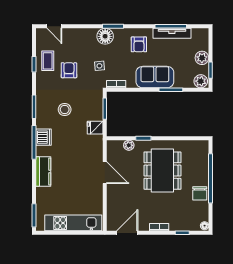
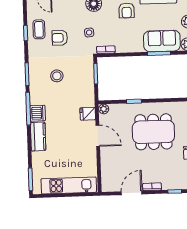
armchair: (69, 70) -> (60, 38), turned -90
sofa: (155, 77) -> (162, 41), moved
fridge: (95, 128) -> (88, 114), moved
dishwasher: (43, 137) -> (38, 113), moved
plant: (129, 145) -> (104, 109), moved
dining table: (162, 171) -> (153, 132), turned 90
door: (127, 233) -> (132, 193), moved

